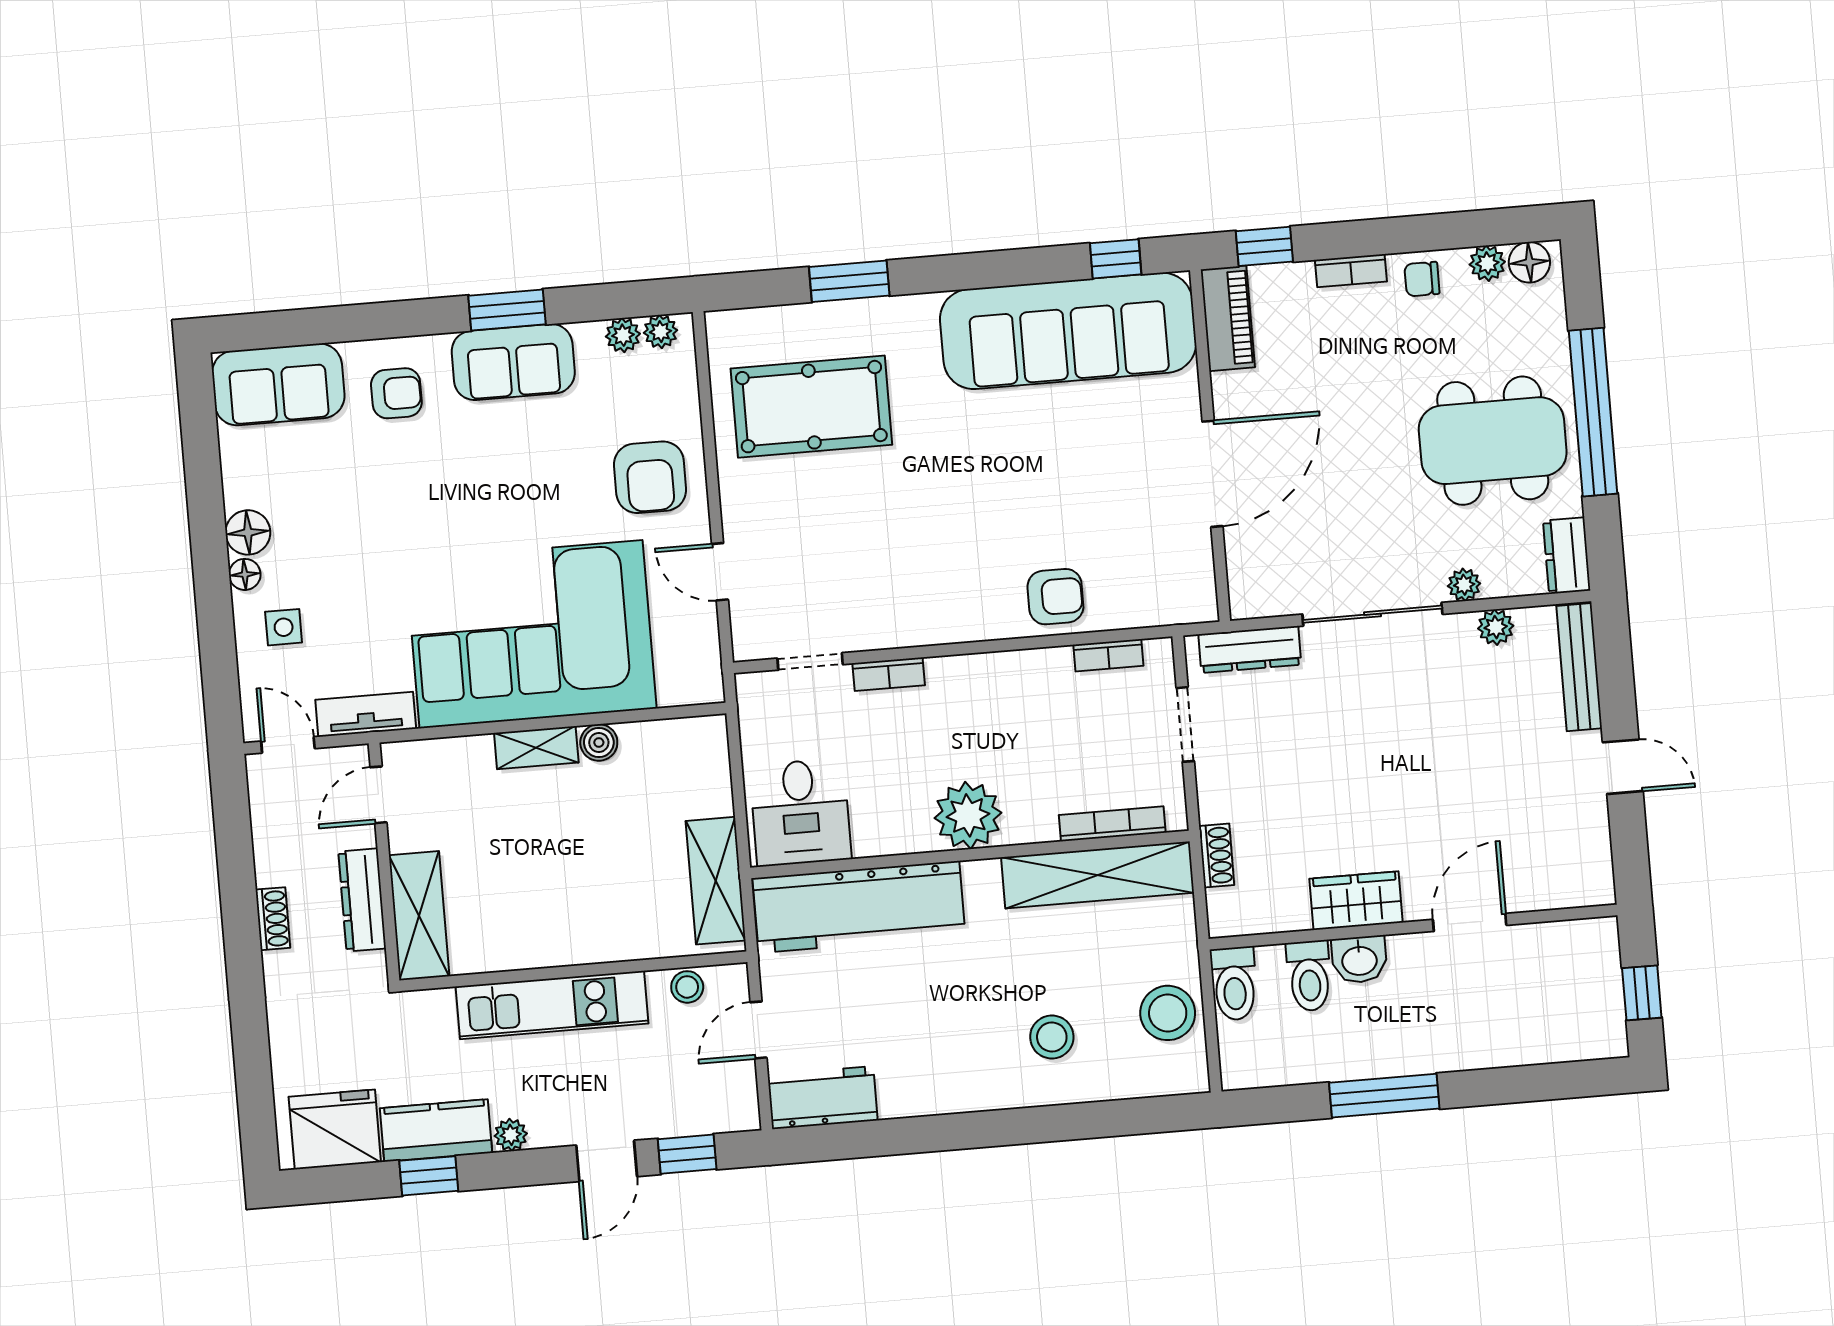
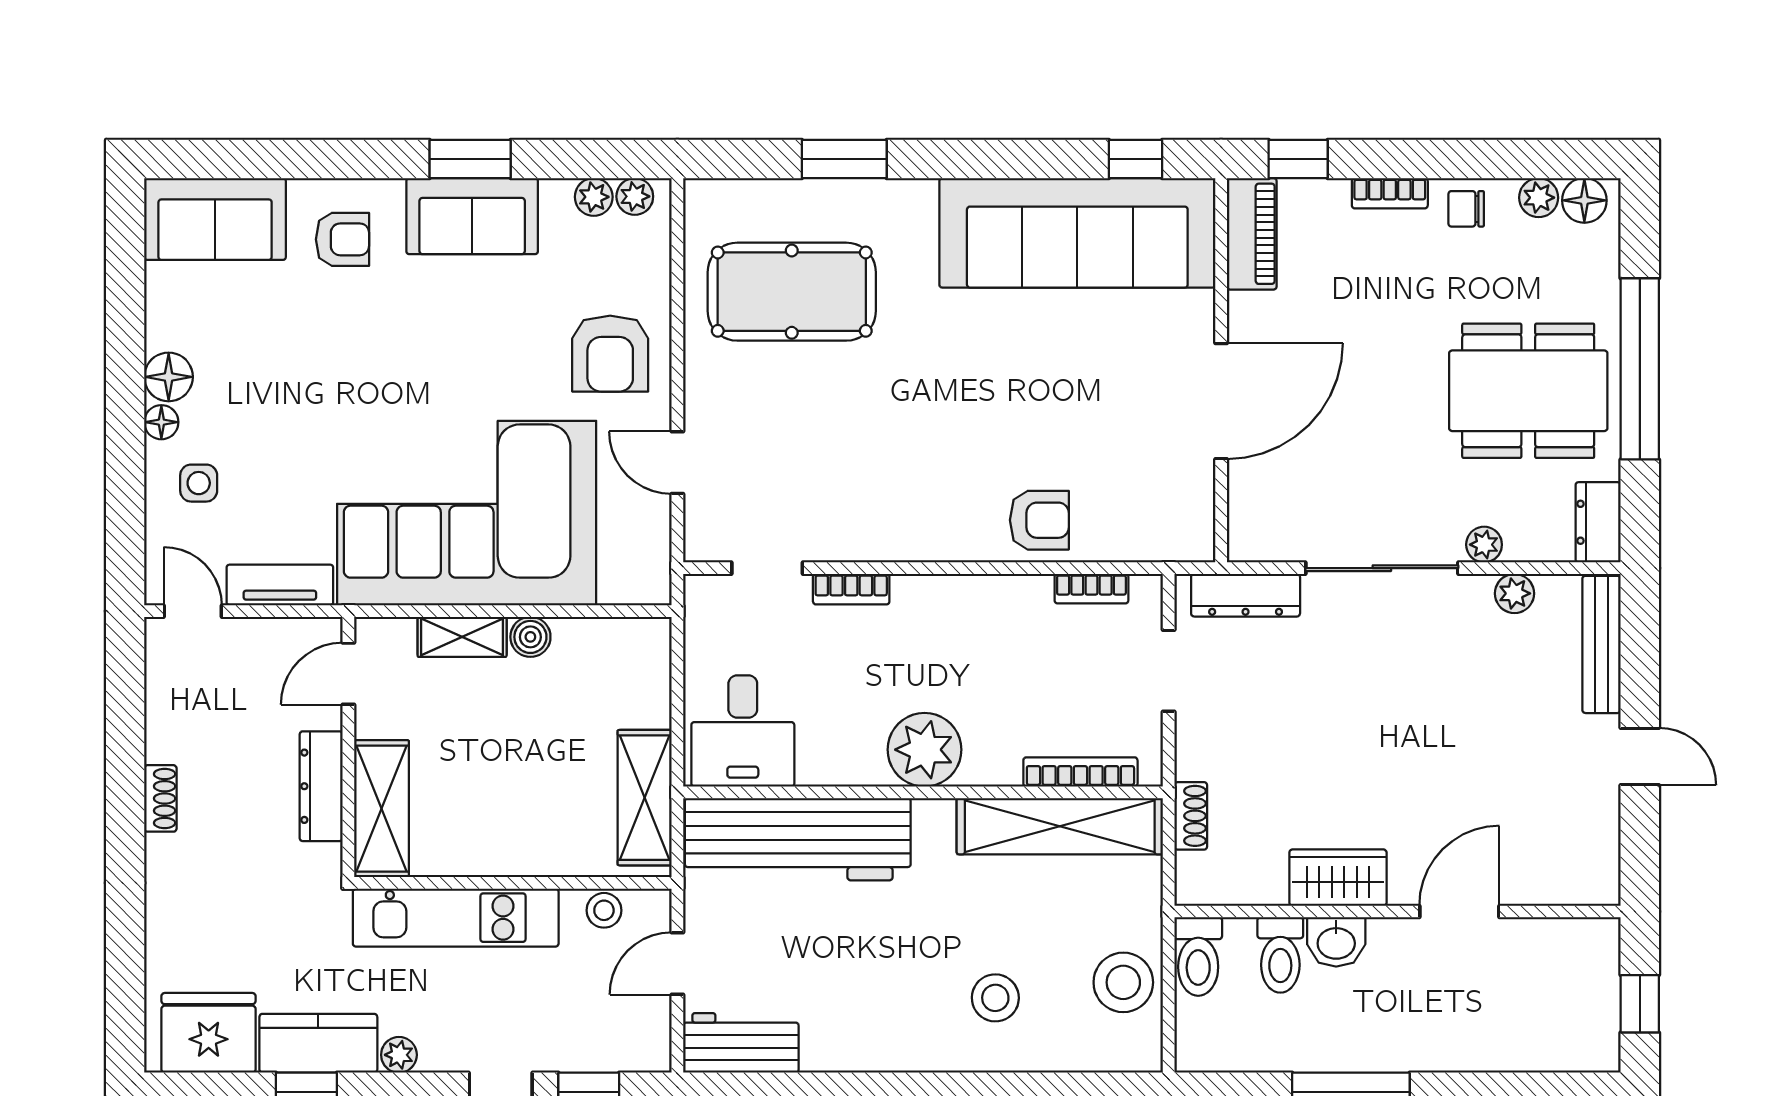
door: (378, 795) -> (348, 674), moved
wall: (384, 862) -> (348, 747), moved
dresser: (362, 900) -> (321, 786), moved
shelving: (419, 916) -> (381, 809), moved

